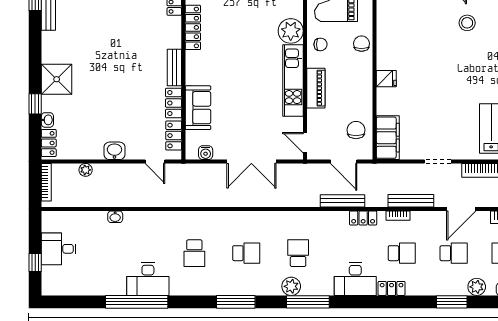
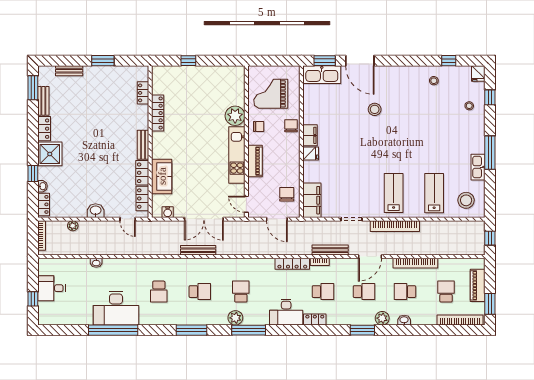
locker: (49, 47) -> (44, 129), added
filing cabinet: (385, 56) -> (310, 135), added
bench: (342, 201) -> (198, 250), moved
locker: (363, 218) -> (292, 264), width x1.53
desk: (148, 279) -> (116, 308), width x1.36, depth x1.30

